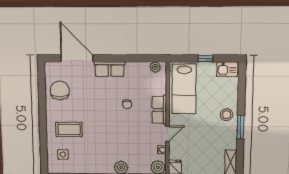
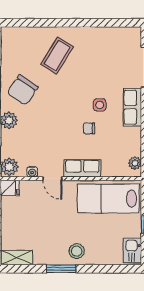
chair: (60, 90) -> (23, 90), moved, turned 124
coffee table: (69, 129) -> (57, 56), turned 32
side table: (63, 154) -> (100, 105), moved

